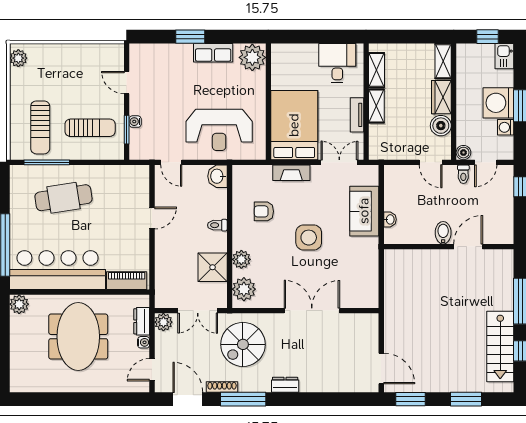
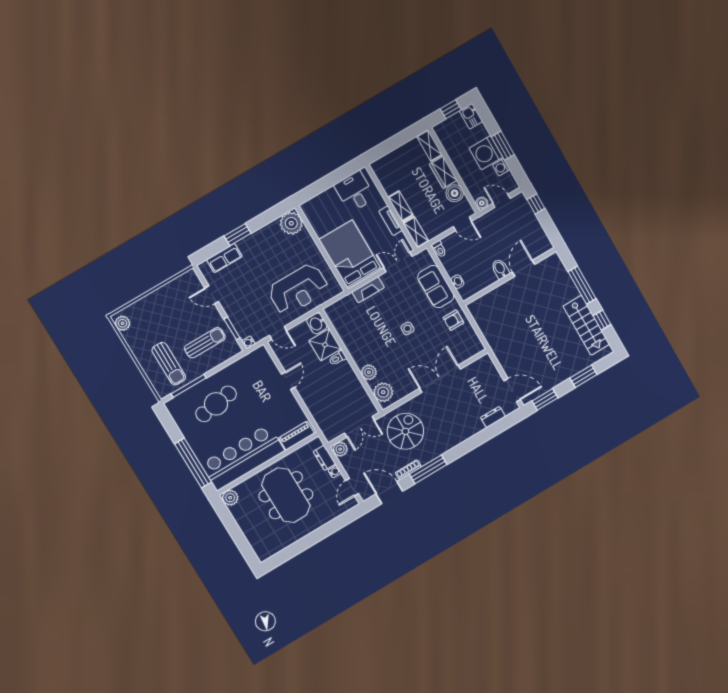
row of seats: (213, 53) -> (224, 258), moved
shelving: (377, 70) -> (416, 232), moved
water cooler: (135, 122) -> (249, 342), moved
door: (486, 162) -> (501, 201), swing flipped
toilet: (463, 174) -> (439, 249), moved
armchair: (264, 211) -> (453, 320), moved
side table: (309, 238) -> (407, 329), width x0.54, depth x0.54
shower: (213, 267) -> (325, 345), moved
spiral stairs: (243, 344) -> (405, 431), turned 180
dresser: (285, 385) -> (493, 417), moved

